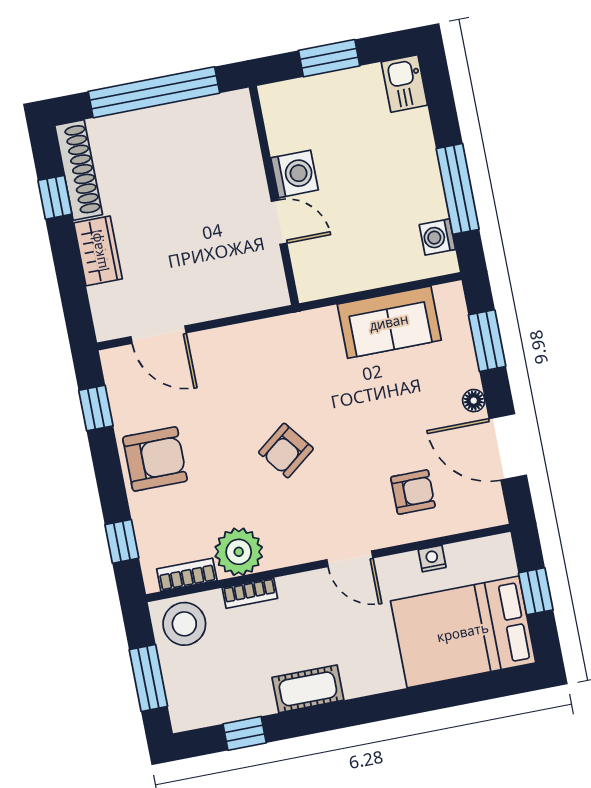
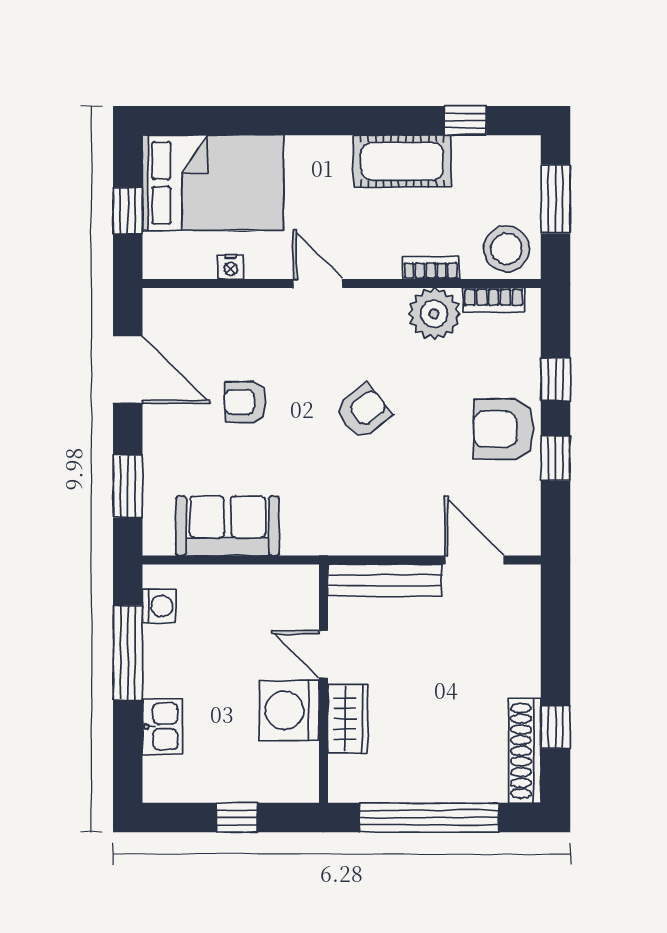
window: (329, 58) -> (237, 818), width x0.67
kitchen sink: (404, 84) -> (162, 726), moved
washing machine: (295, 174) -> (289, 710), width x1.37, depth x1.37
wardrobe: (98, 251) -> (348, 719), moved, turned 180
bench: (236, 300) -> (385, 580), added
floor lamp: (474, 401) -> (154, 426), removed
window: (96, 408) -> (556, 458), moved
armchair: (413, 492) -> (245, 402), moved
window: (122, 541) -> (556, 380), moved
cot: (308, 689) -> (402, 161), width x1.37, depth x1.34

